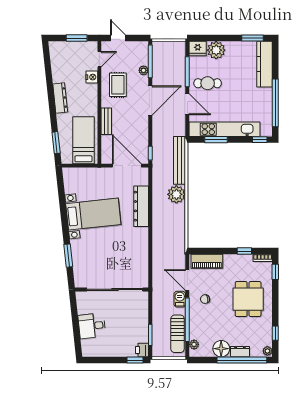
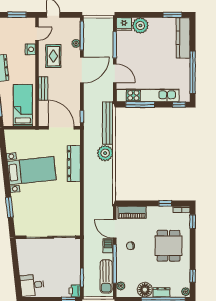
cafe table: (208, 83) -> (133, 55), removed
window: (216, 140) -> (140, 105), width x1.44
desk: (92, 326) -> (32, 285), moved

